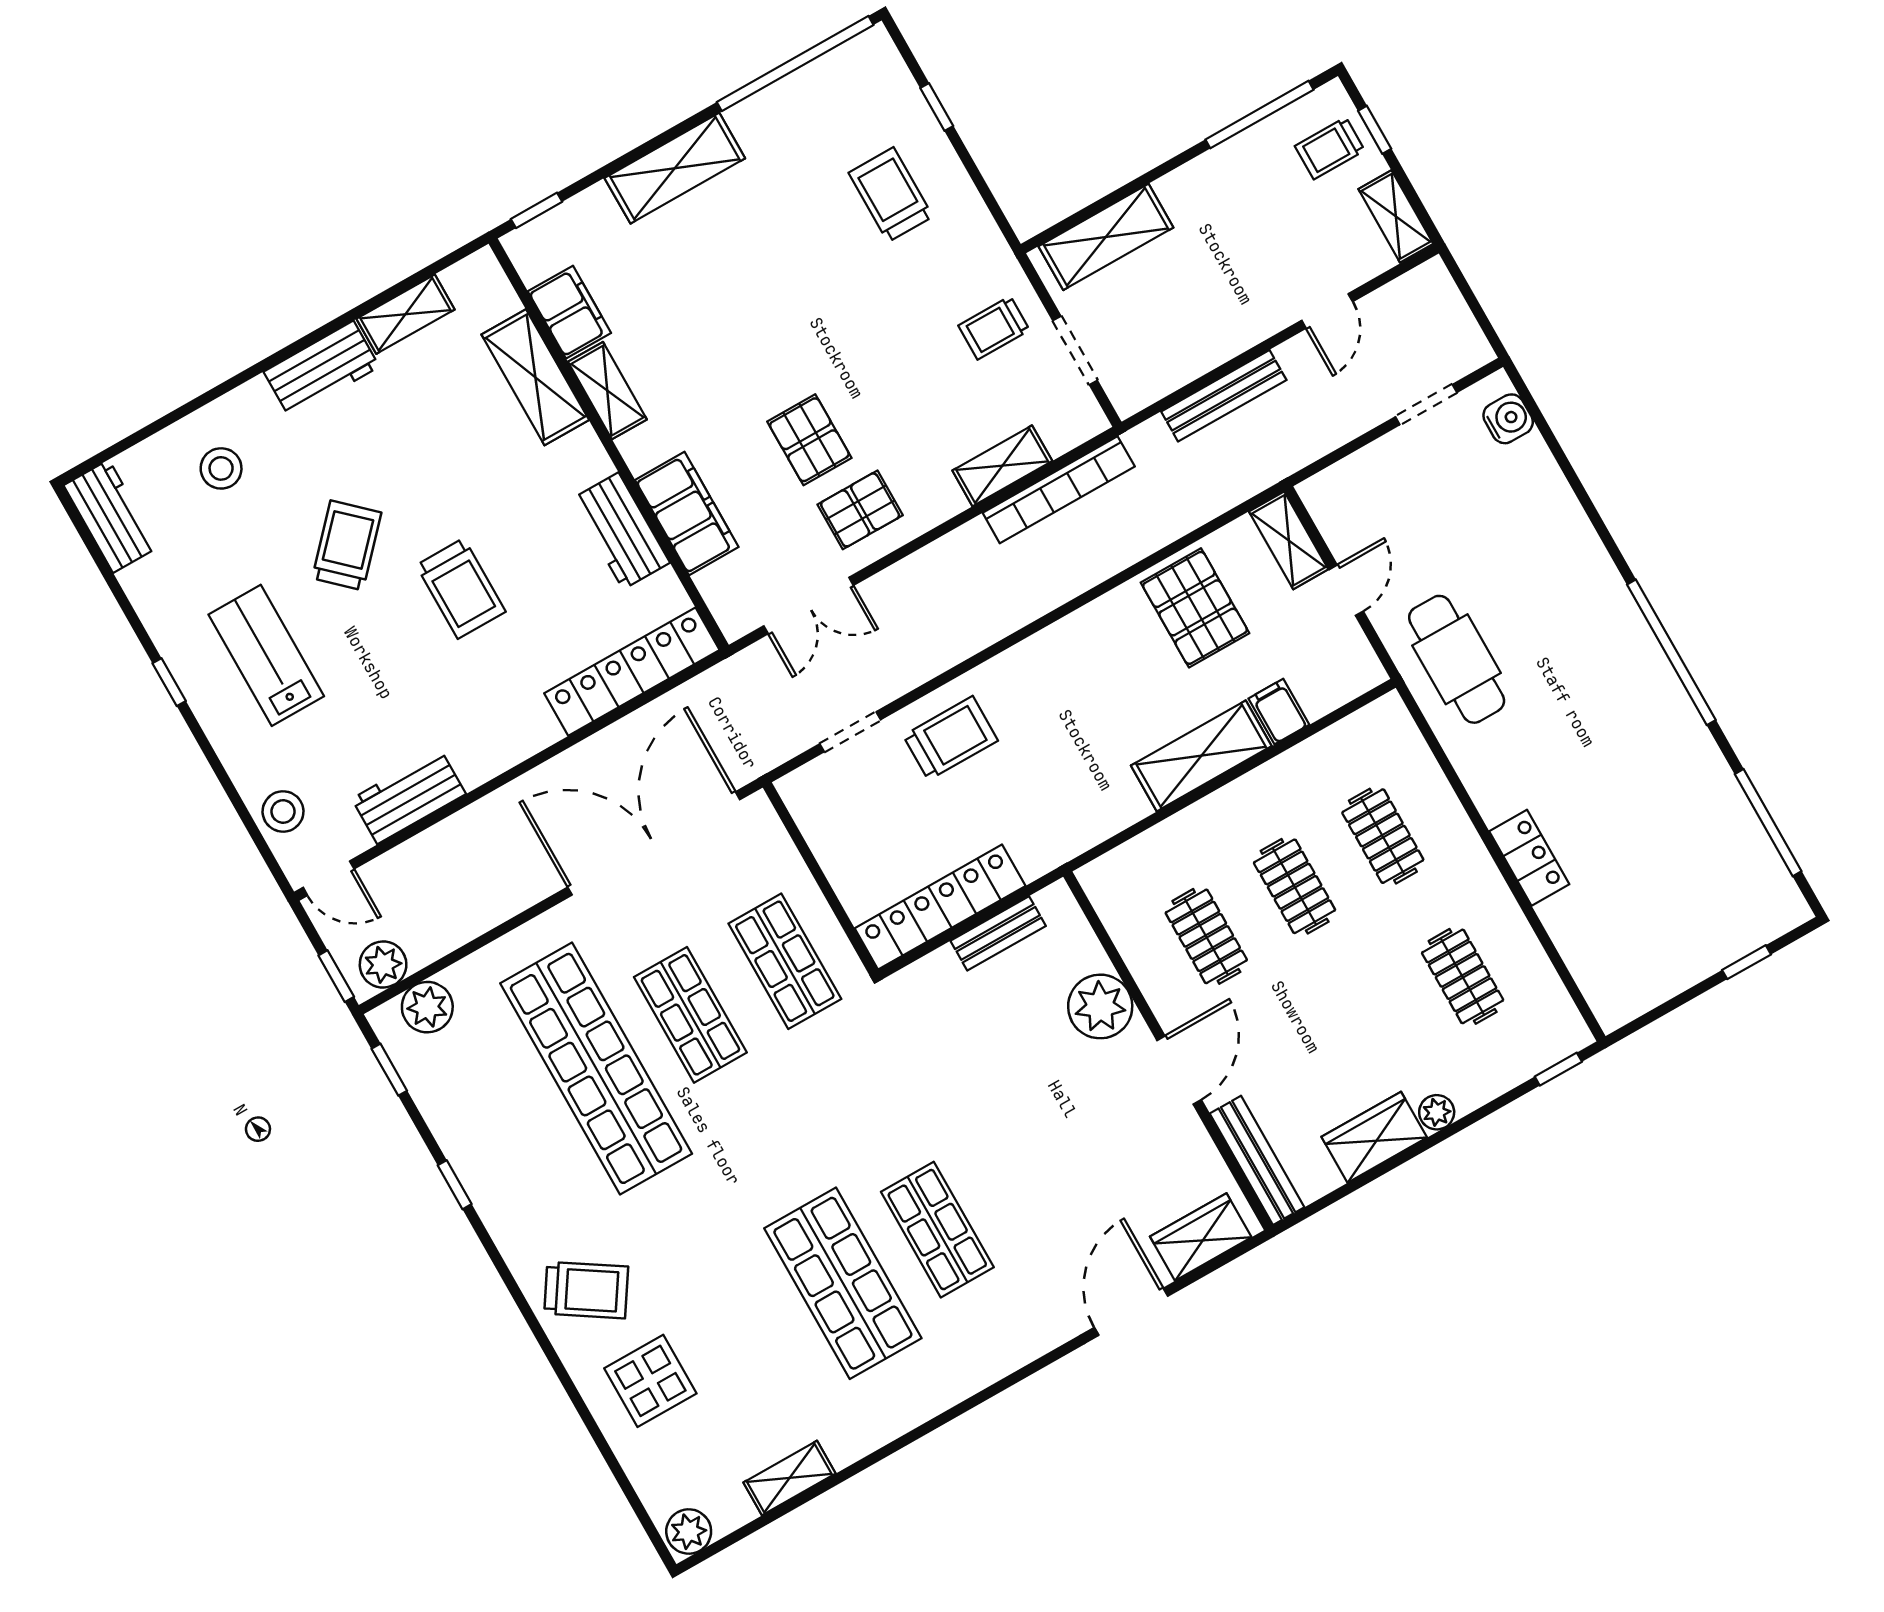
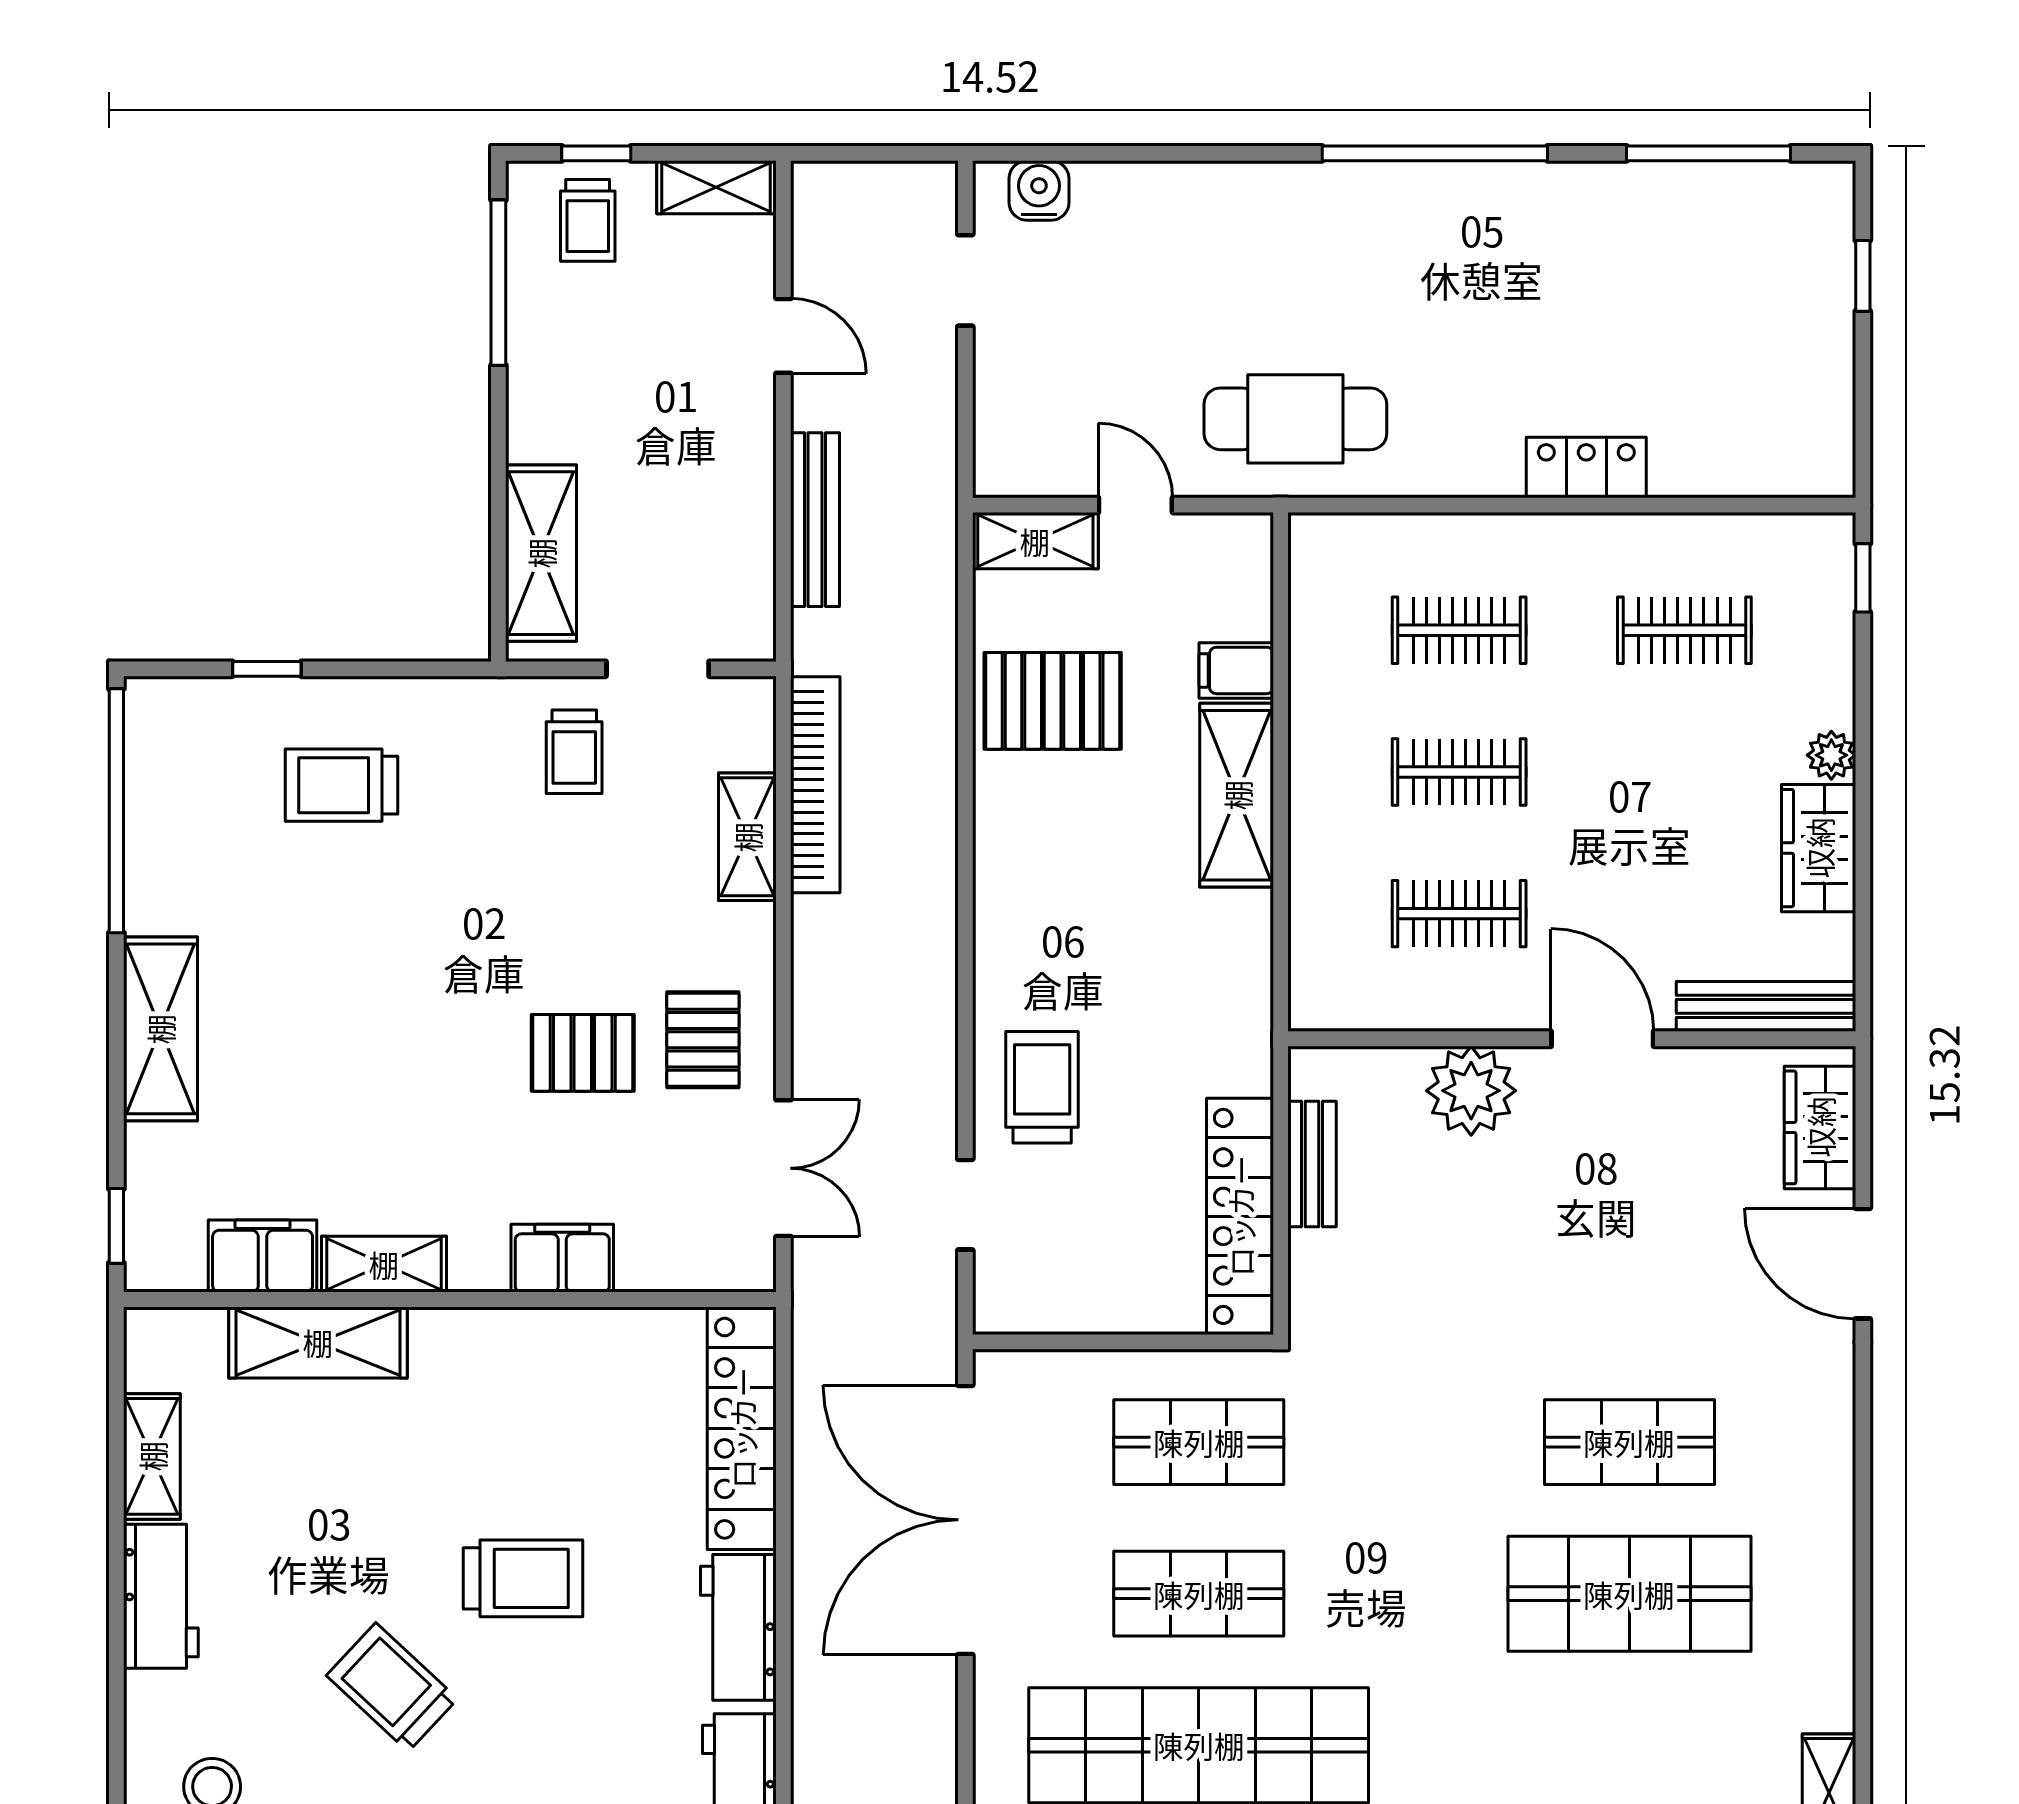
filing cabinet: (687, 513) -> (562, 1258), width x0.67, depth x0.86
workbench: (621, 531) -> (738, 1627), moved, turned 90

